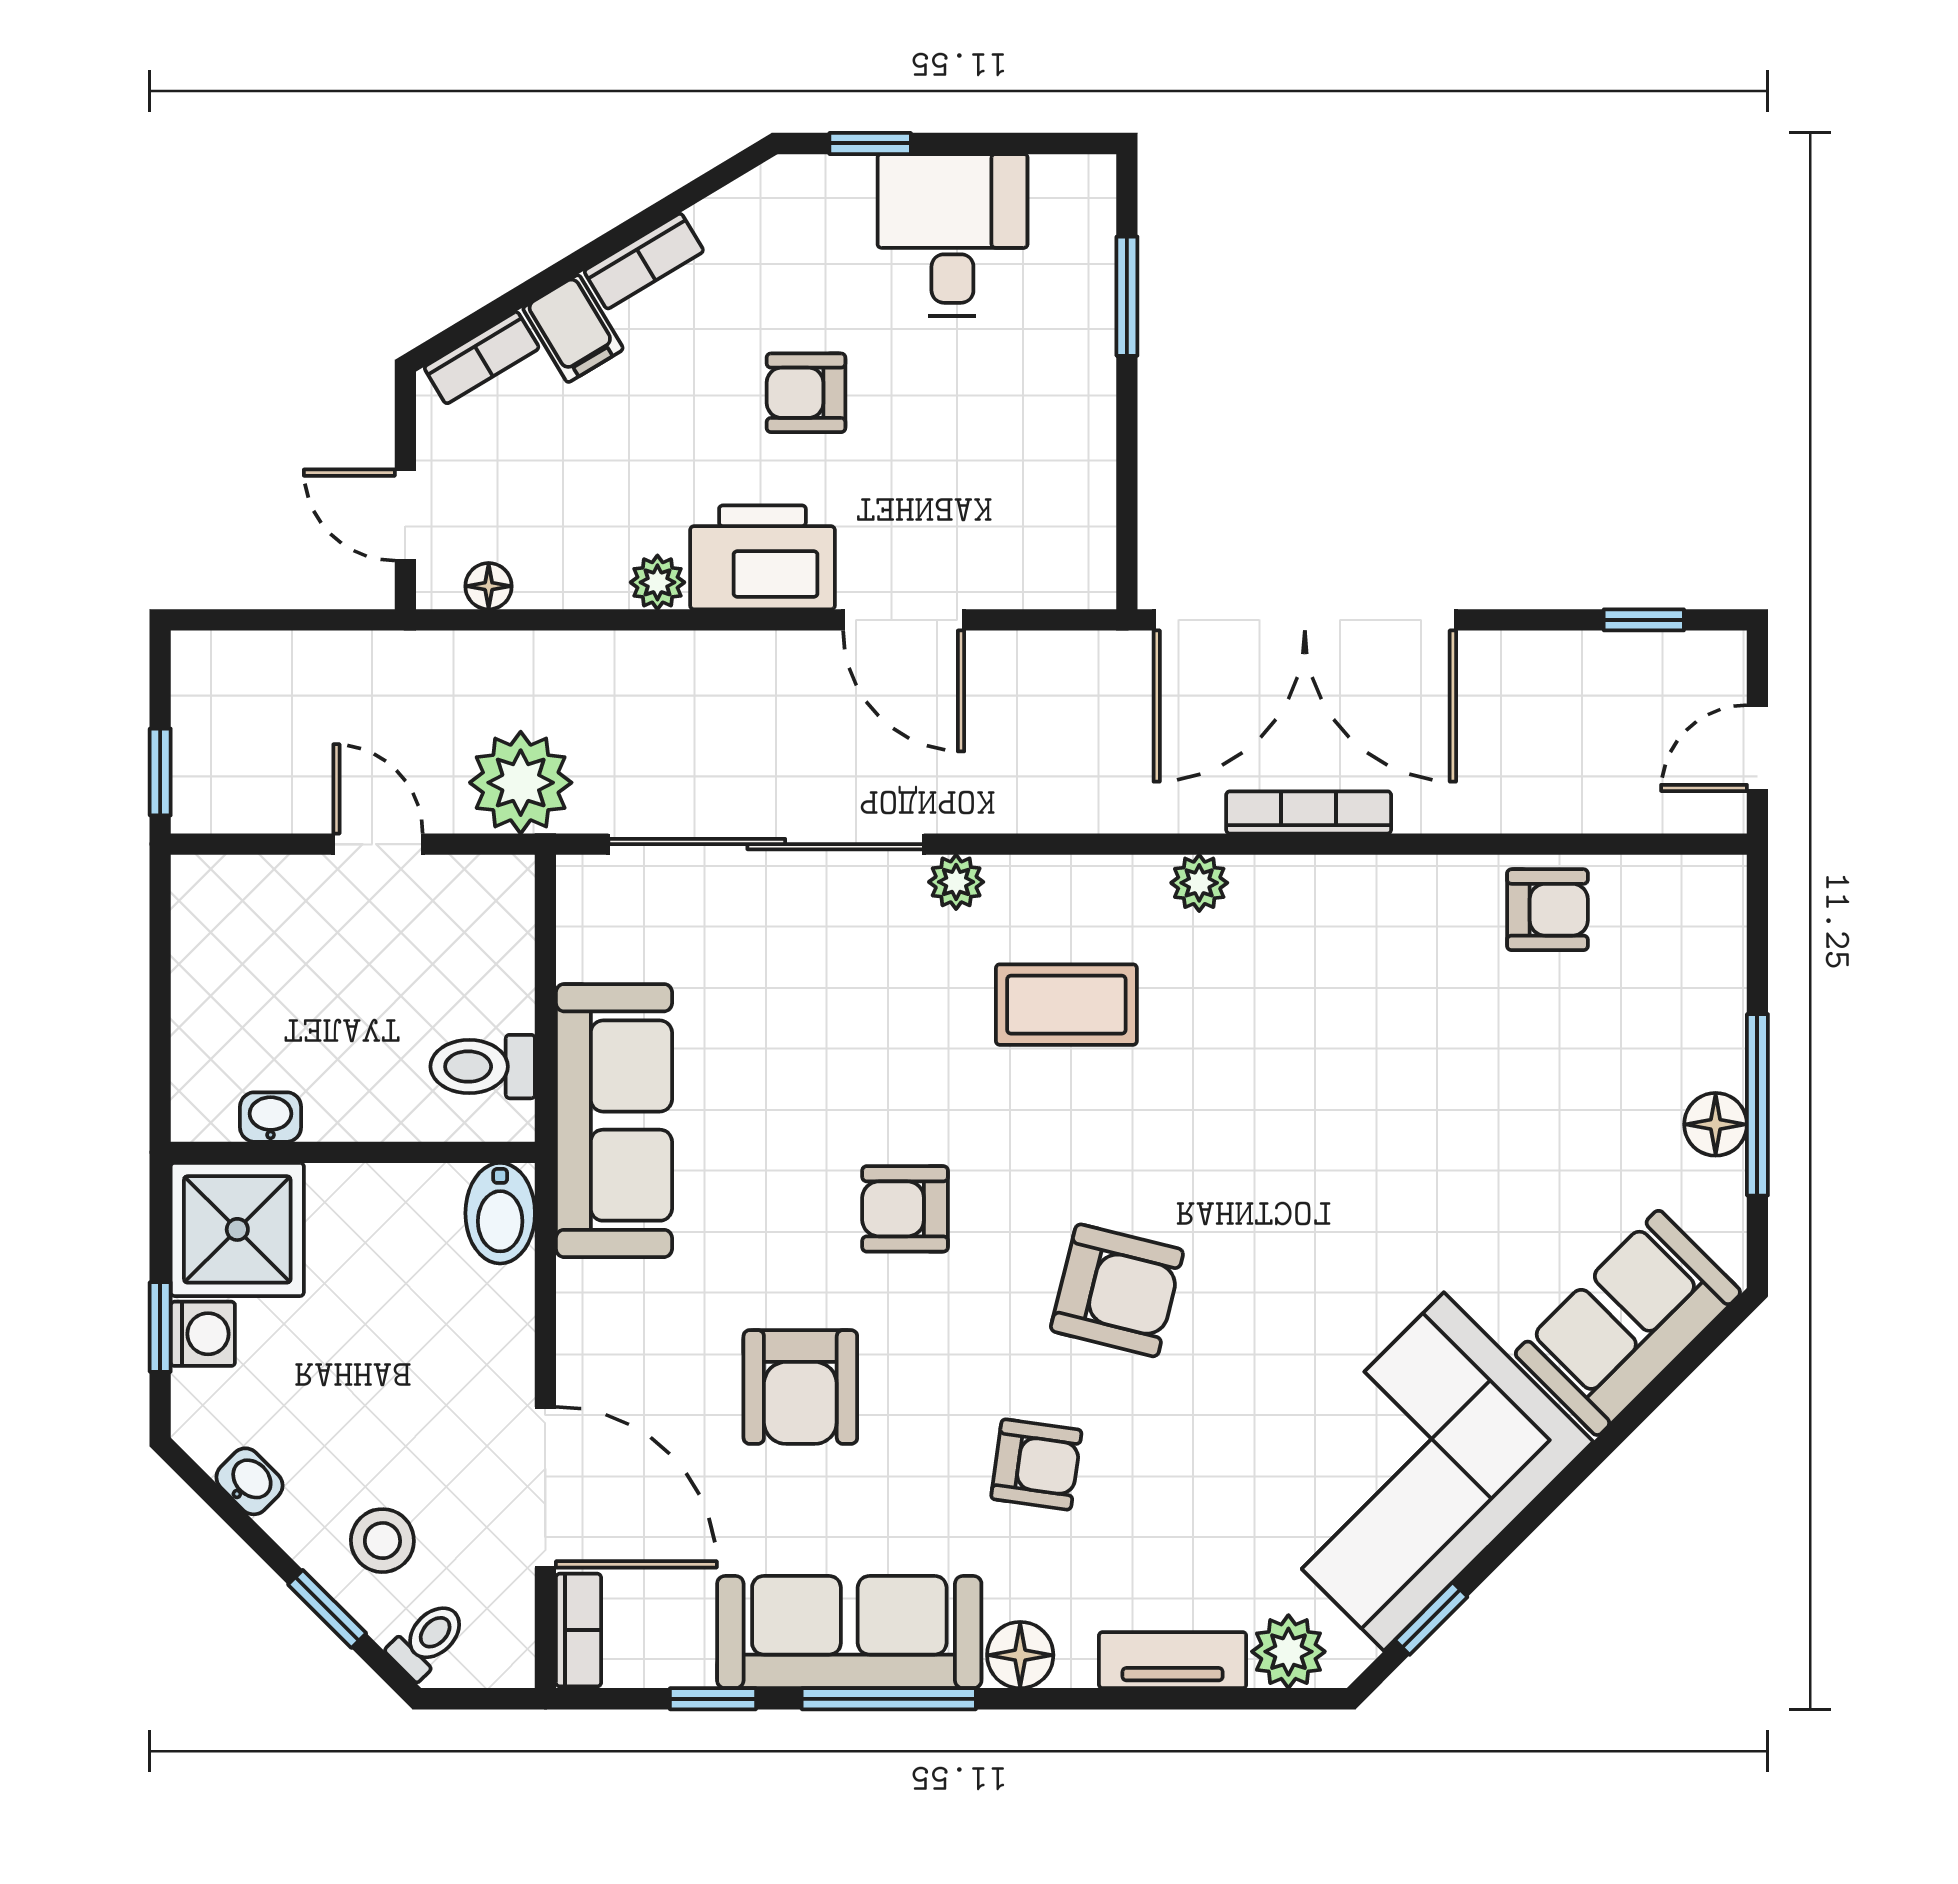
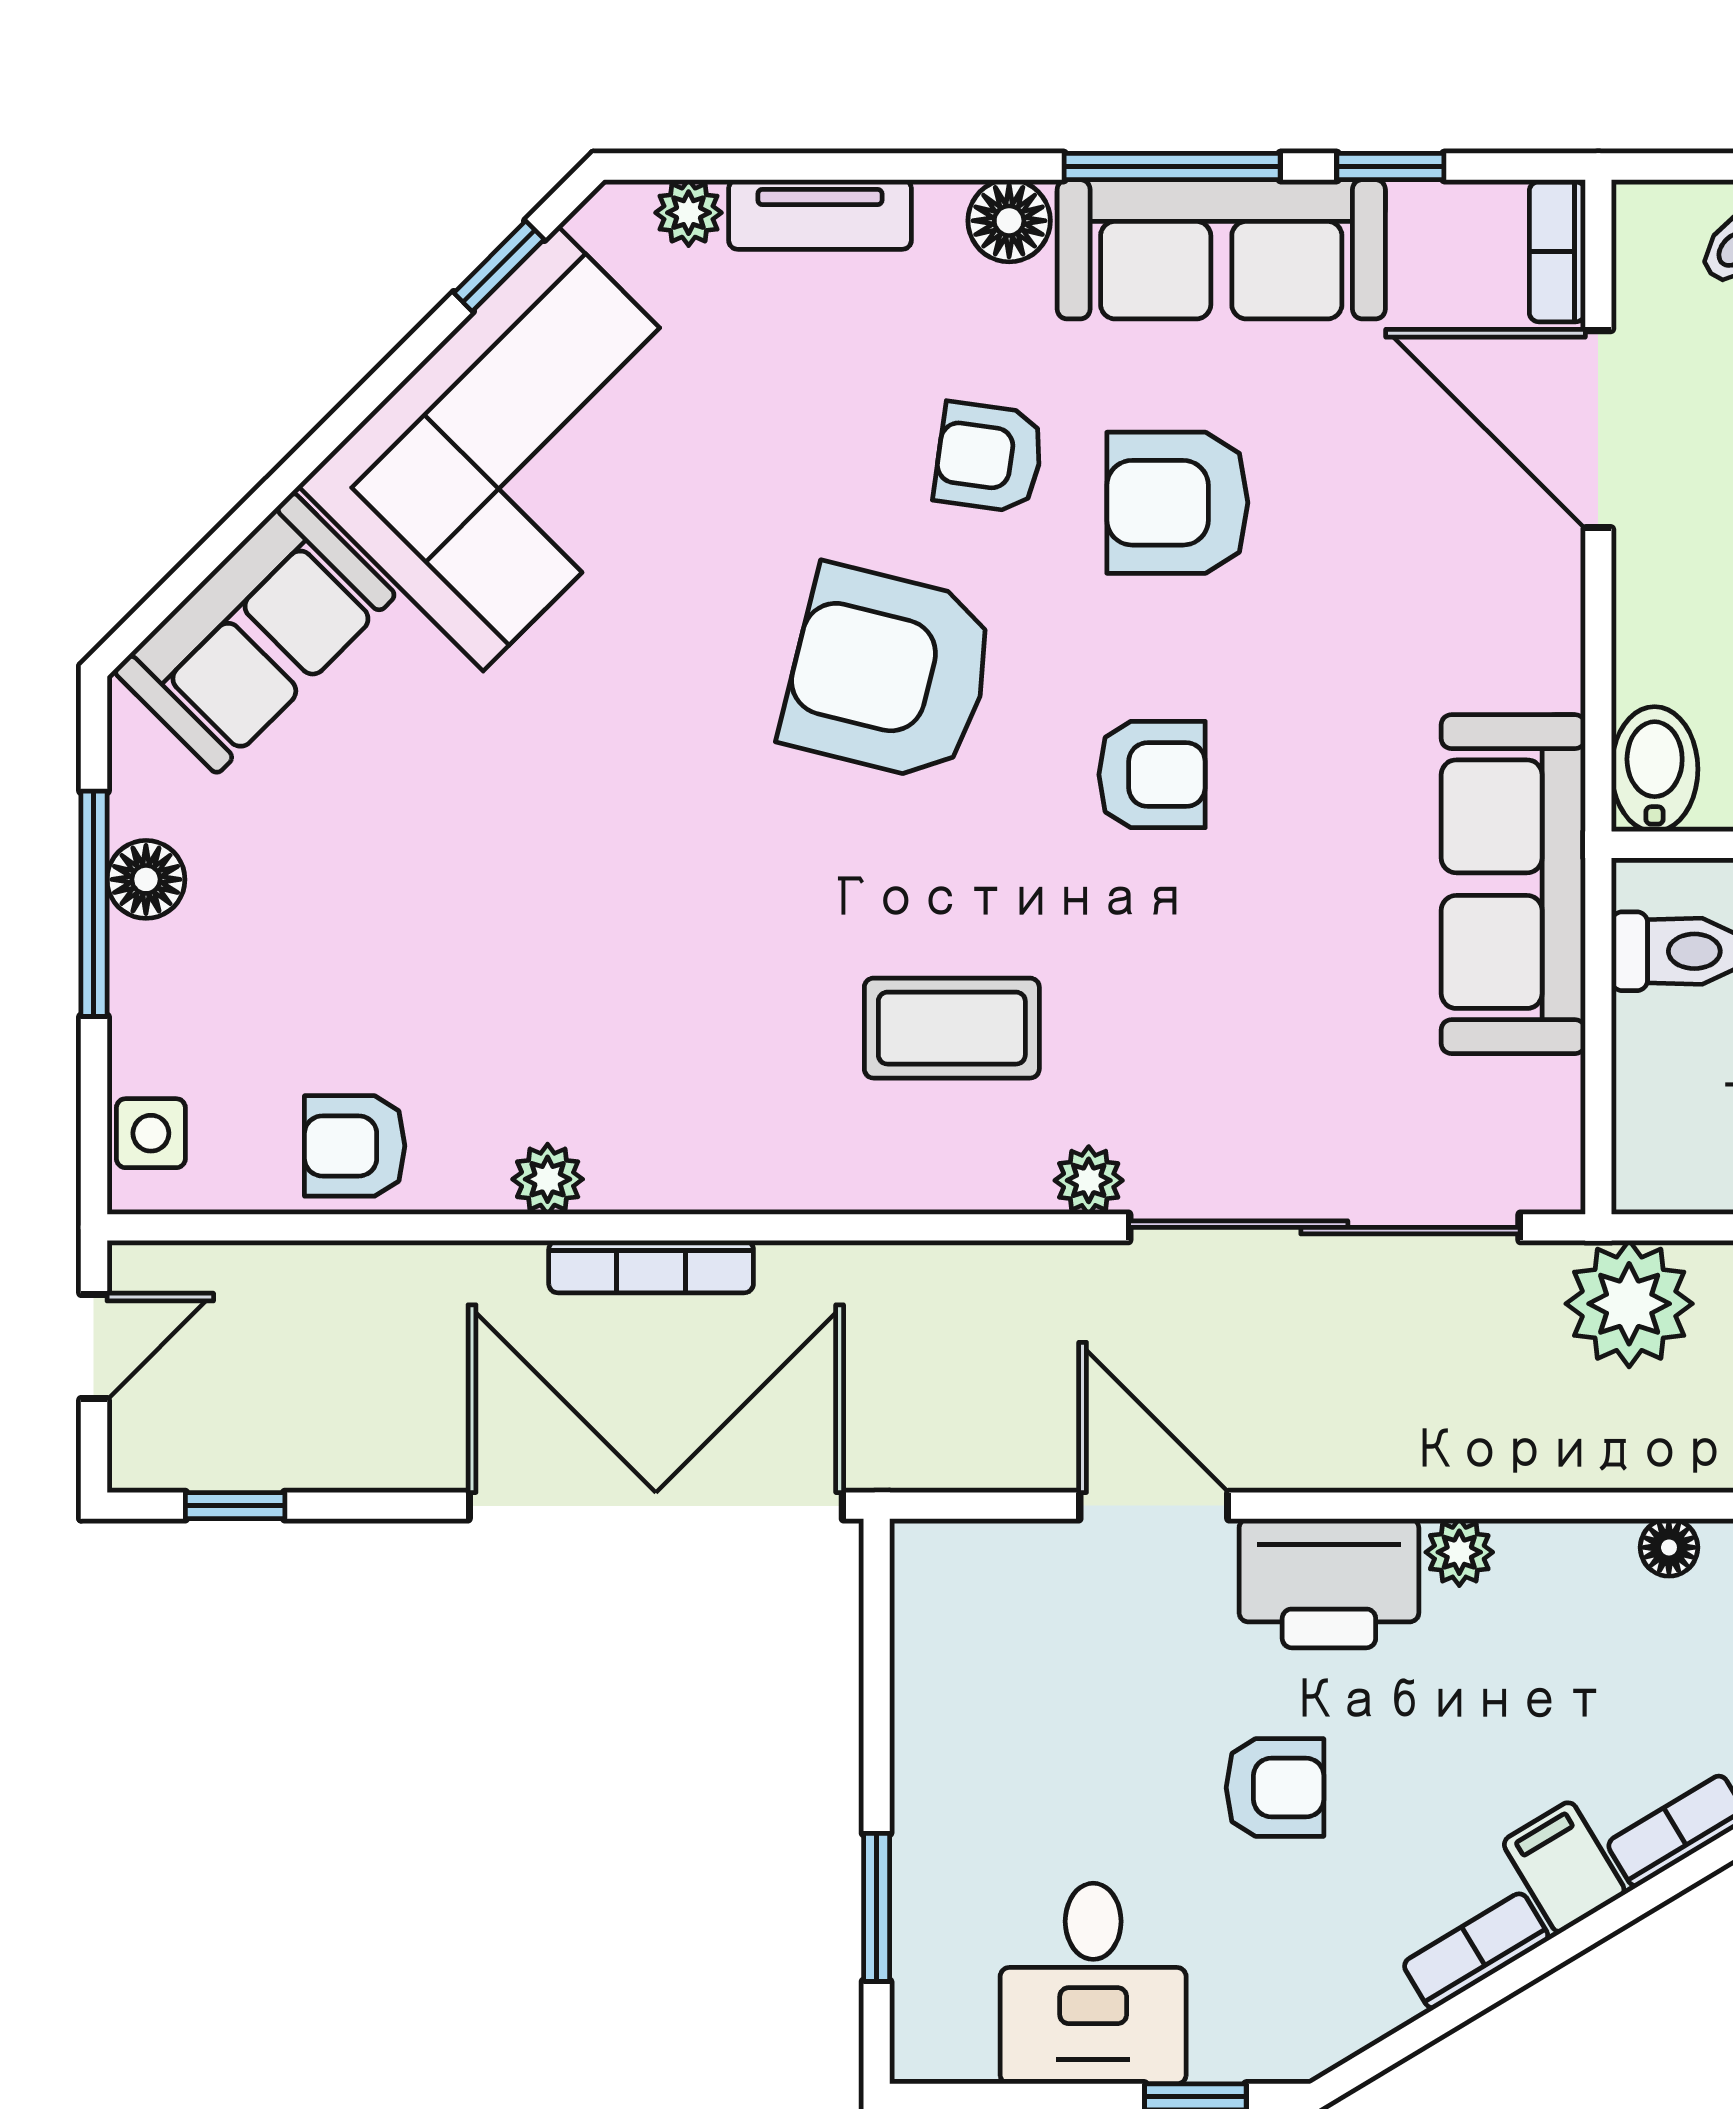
plant: (1199, 883) -> (548, 1179), moved
side table: (1712, 920) -> (151, 1133), added
armchair: (1117, 1290) -> (889, 673), width x1.36, depth x1.36
armchair: (800, 1387) -> (1177, 503), moved, turned -90
plant: (1288, 1652) -> (689, 213), width x0.73, depth x0.73

